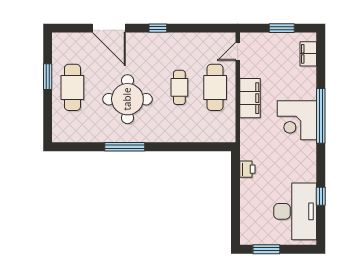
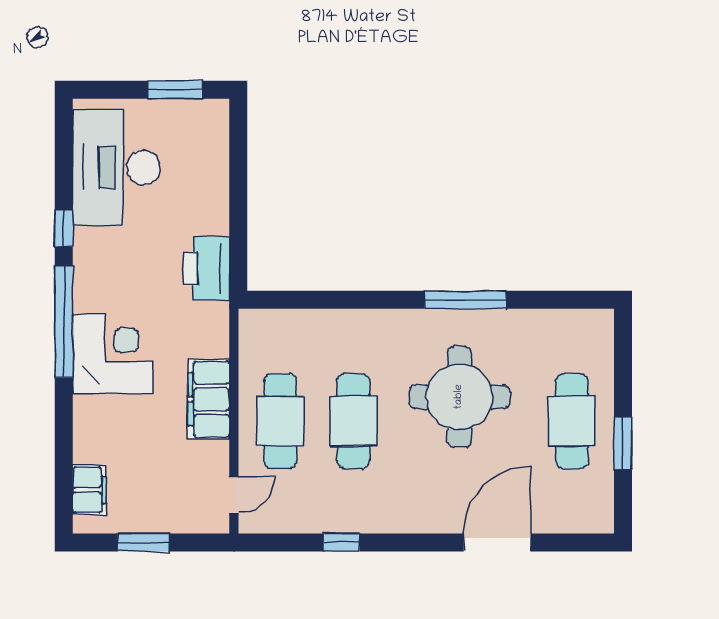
door: (109, 28) -> (497, 542), hinge flipped
window: (158, 28) -> (342, 542), moved
cafe table: (179, 87) -> (353, 421), width x1.37, depth x1.35
window: (321, 116) -> (64, 322), moved
printer: (247, 169) -> (207, 269), width x1.87, depth x1.48
window: (321, 196) -> (64, 228), moved

